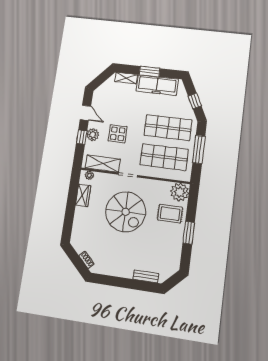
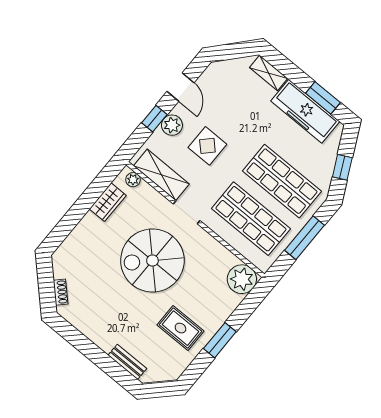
window: (150, 72) -> (323, 98), moved
spiral stairs: (126, 212) -> (152, 261), turned 90
rug: (170, 214) -> (181, 328), moved

